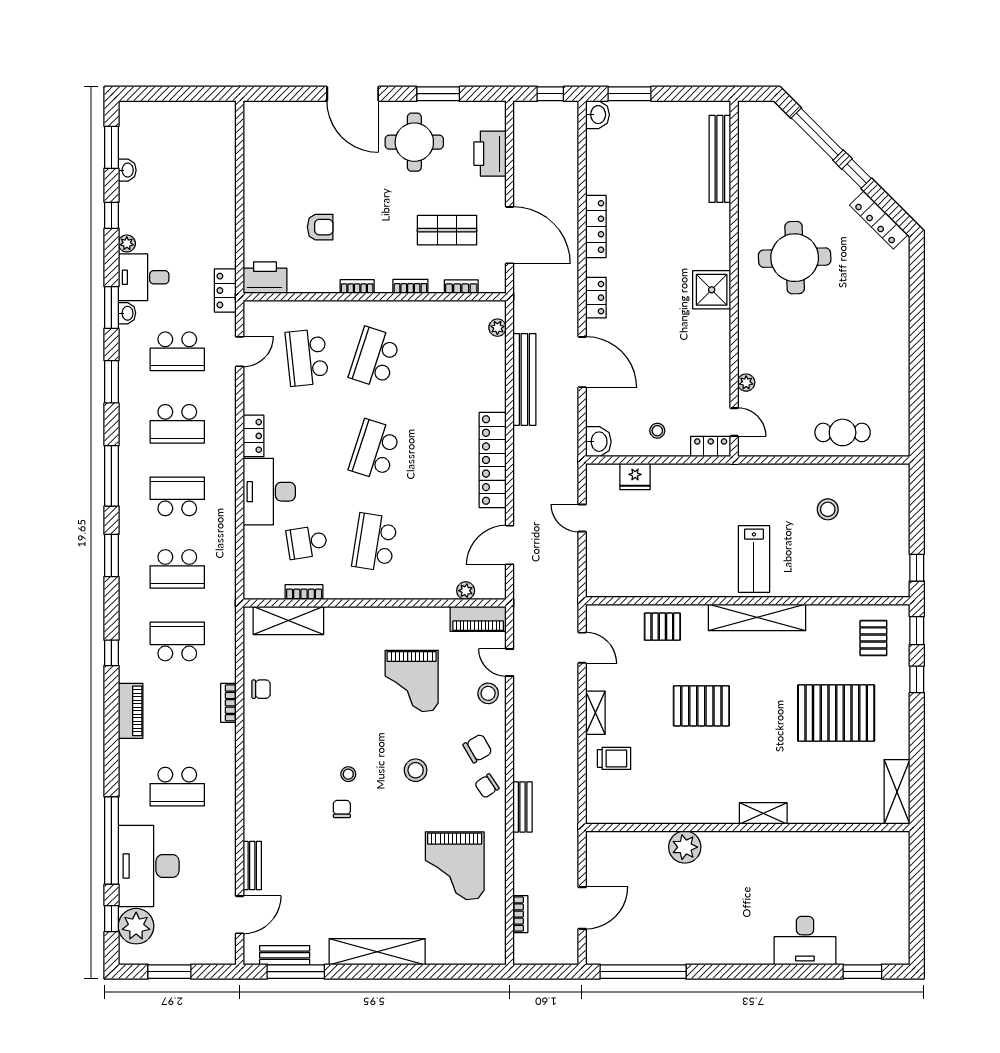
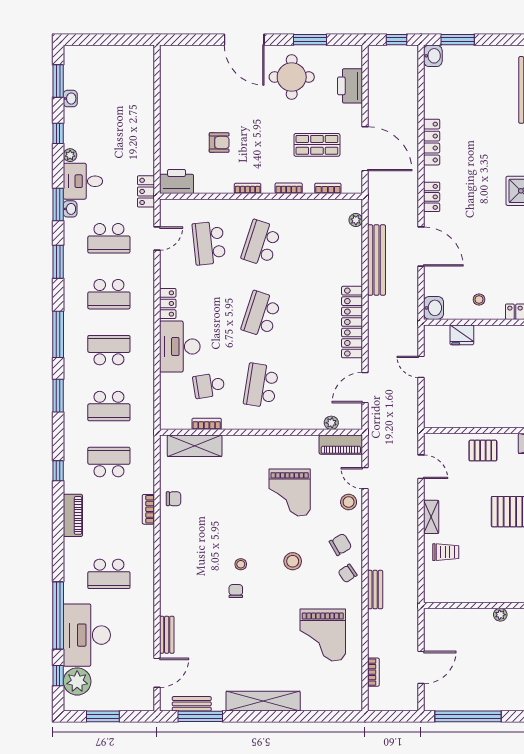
plant: (685, 847) -> (500, 615), width x0.53, depth x0.53

